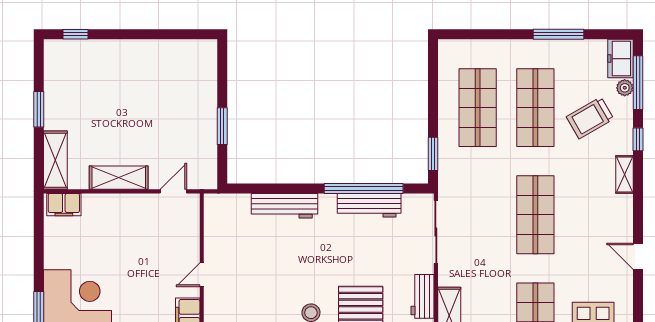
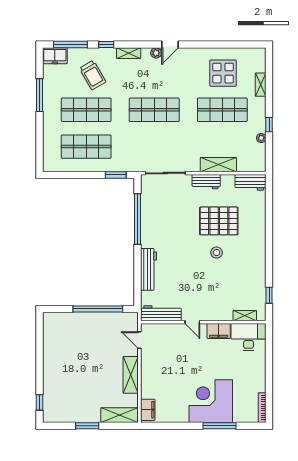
plant: (625, 88) -> (156, 53), moved
window: (222, 126) -> (98, 309), width x2.11
workbench: (369, 205) -> (161, 313), moved, turned -90
door: (638, 256) -> (170, 45), moved

